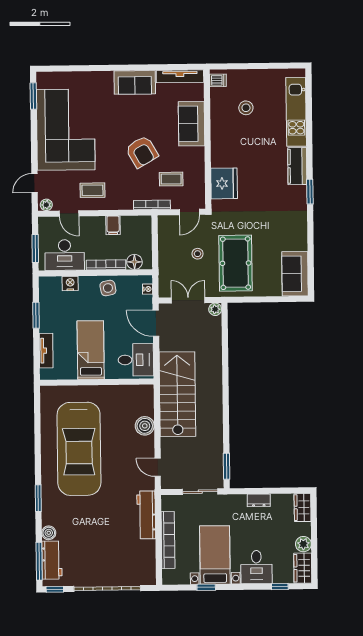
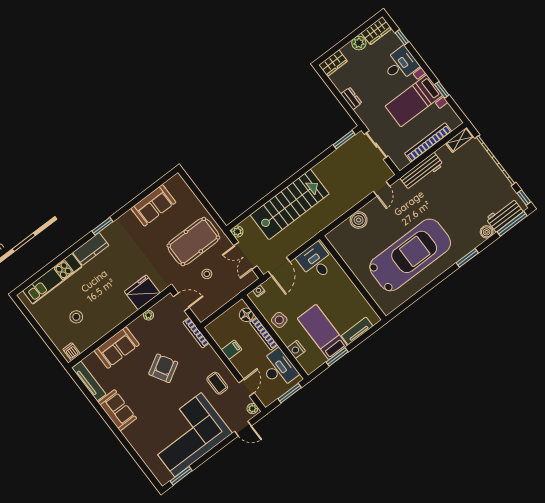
plant: (199, 174) -> (148, 315), added
coffee table: (171, 179) -> (167, 333), removed
sofa: (295, 274) -> (153, 205), moved
bed: (91, 350) -> (322, 332), moved, turned 90
stairs: (177, 394) -> (290, 204), moved, turned 180
shelving: (149, 570) -> (460, 140), added

